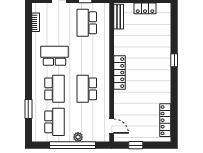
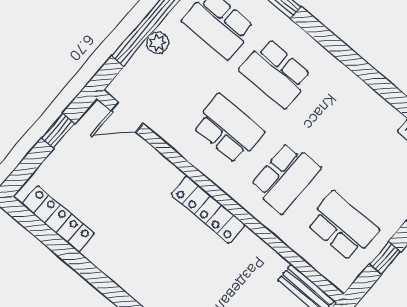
school desk: (54, 56) -> (285, 178), moved

